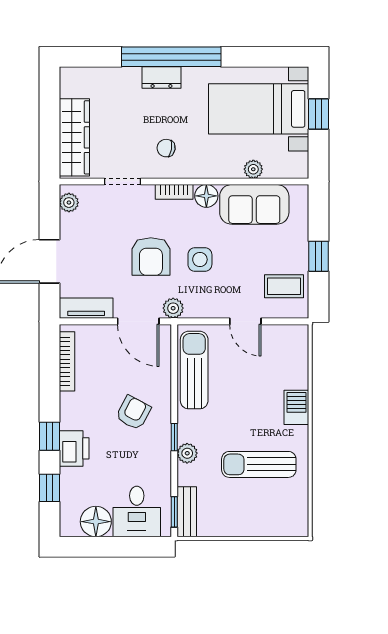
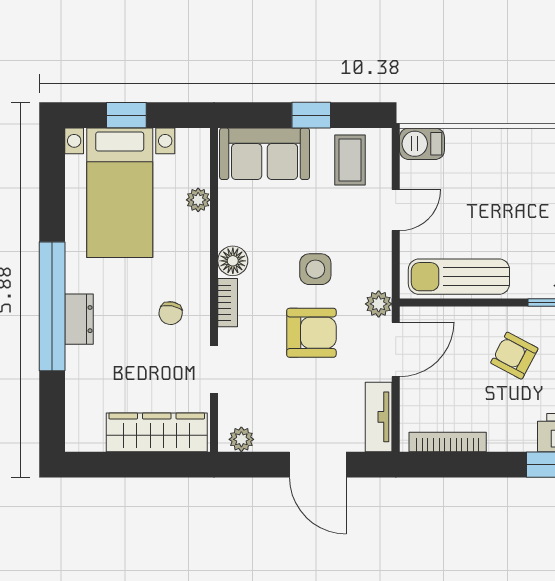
sofa: (254, 204) -> (265, 154), moved, turned 90
barbecue: (296, 407) -> (422, 144), moved

